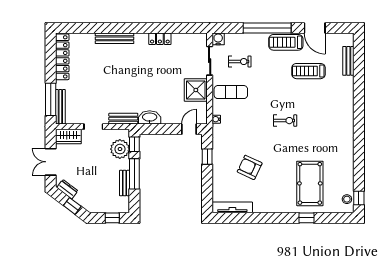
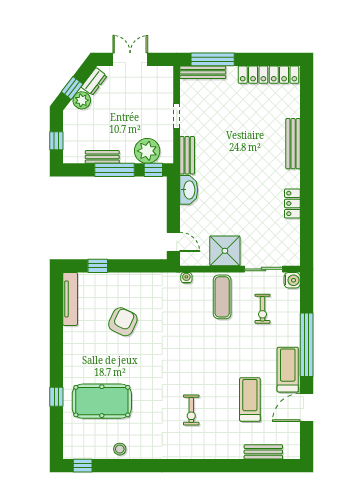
exercise bike: (285, 121) -> (191, 410), moved
wardrobe: (68, 137) -> (164, 83), removed
window: (207, 157) -> (98, 266), moved
plant: (82, 199) -> (82, 100), added
stool: (347, 199) -> (120, 449), moved

